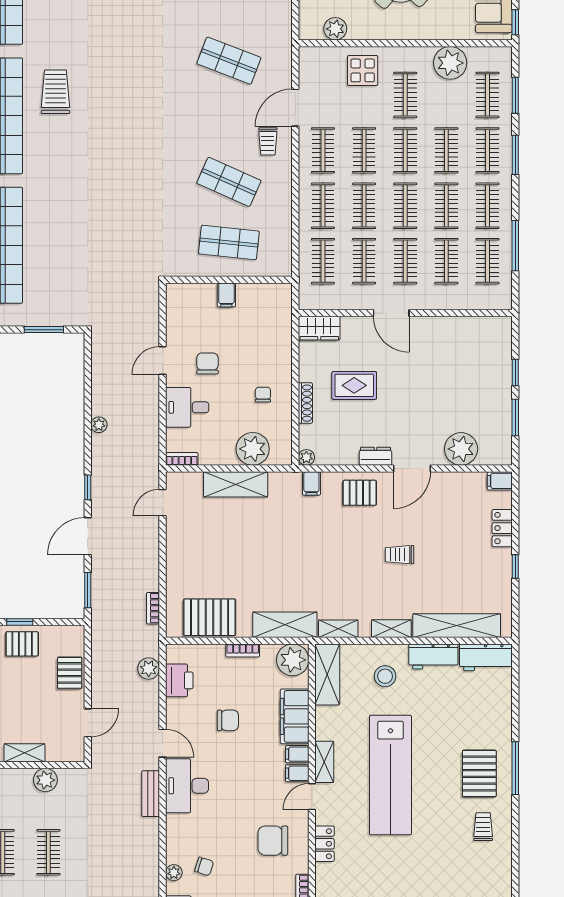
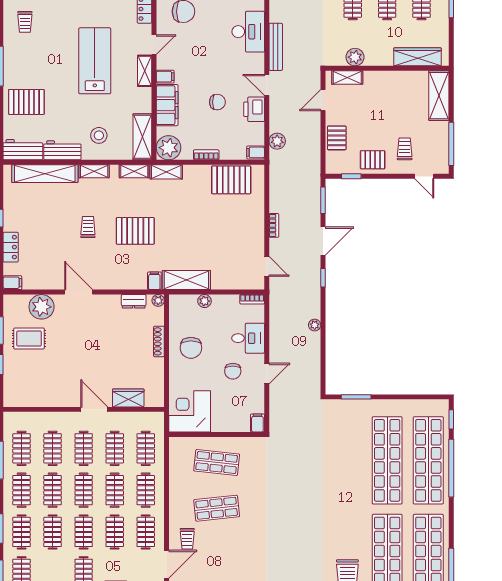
trolley: (268, 141) -> (187, 539), turned 180
shop shelf: (229, 182) -> (217, 508), turned -30
filing cabinet: (226, 295) -> (257, 423), moved
corner desk: (265, 310) -> (190, 411), added
wardrobe: (319, 328) -> (128, 398), moved
rug: (354, 385) -> (29, 338), moved
chair: (263, 395) -> (191, 348), width x1.87, depth x1.87
plant: (253, 449) -> (204, 301), width x0.53, depth x0.53
dresser: (375, 456) -> (134, 301), moved
door: (412, 468) -> (79, 292), hinge flipped
shelving: (236, 484) -> (186, 280), moved
pallet: (360, 493) -> (135, 231), moved, width x1.50, depth x1.42
door: (163, 503) -> (267, 266), hinge flipped
trolley: (400, 555) -> (88, 227), turned -90
bookcase: (153, 608) -> (274, 225), moved
window: (20, 622) -> (351, 176), moved
shelving: (285, 625) -> (166, 172), width x0.67, depth x0.75
printer: (179, 680) -> (254, 109), moved
chair: (228, 720) -> (217, 102), turned 180
shelving: (24, 753) -> (347, 78), moved
filing cabinet: (297, 773) -> (256, 152), moved, turned 180
pallet: (479, 774) -> (26, 102), moved, turned 90
lab bench: (390, 775) -> (95, 61), width x0.73
desk: (187, 786) -> (248, 32), moved
bench: (151, 794) -> (276, 47), width x1.36

